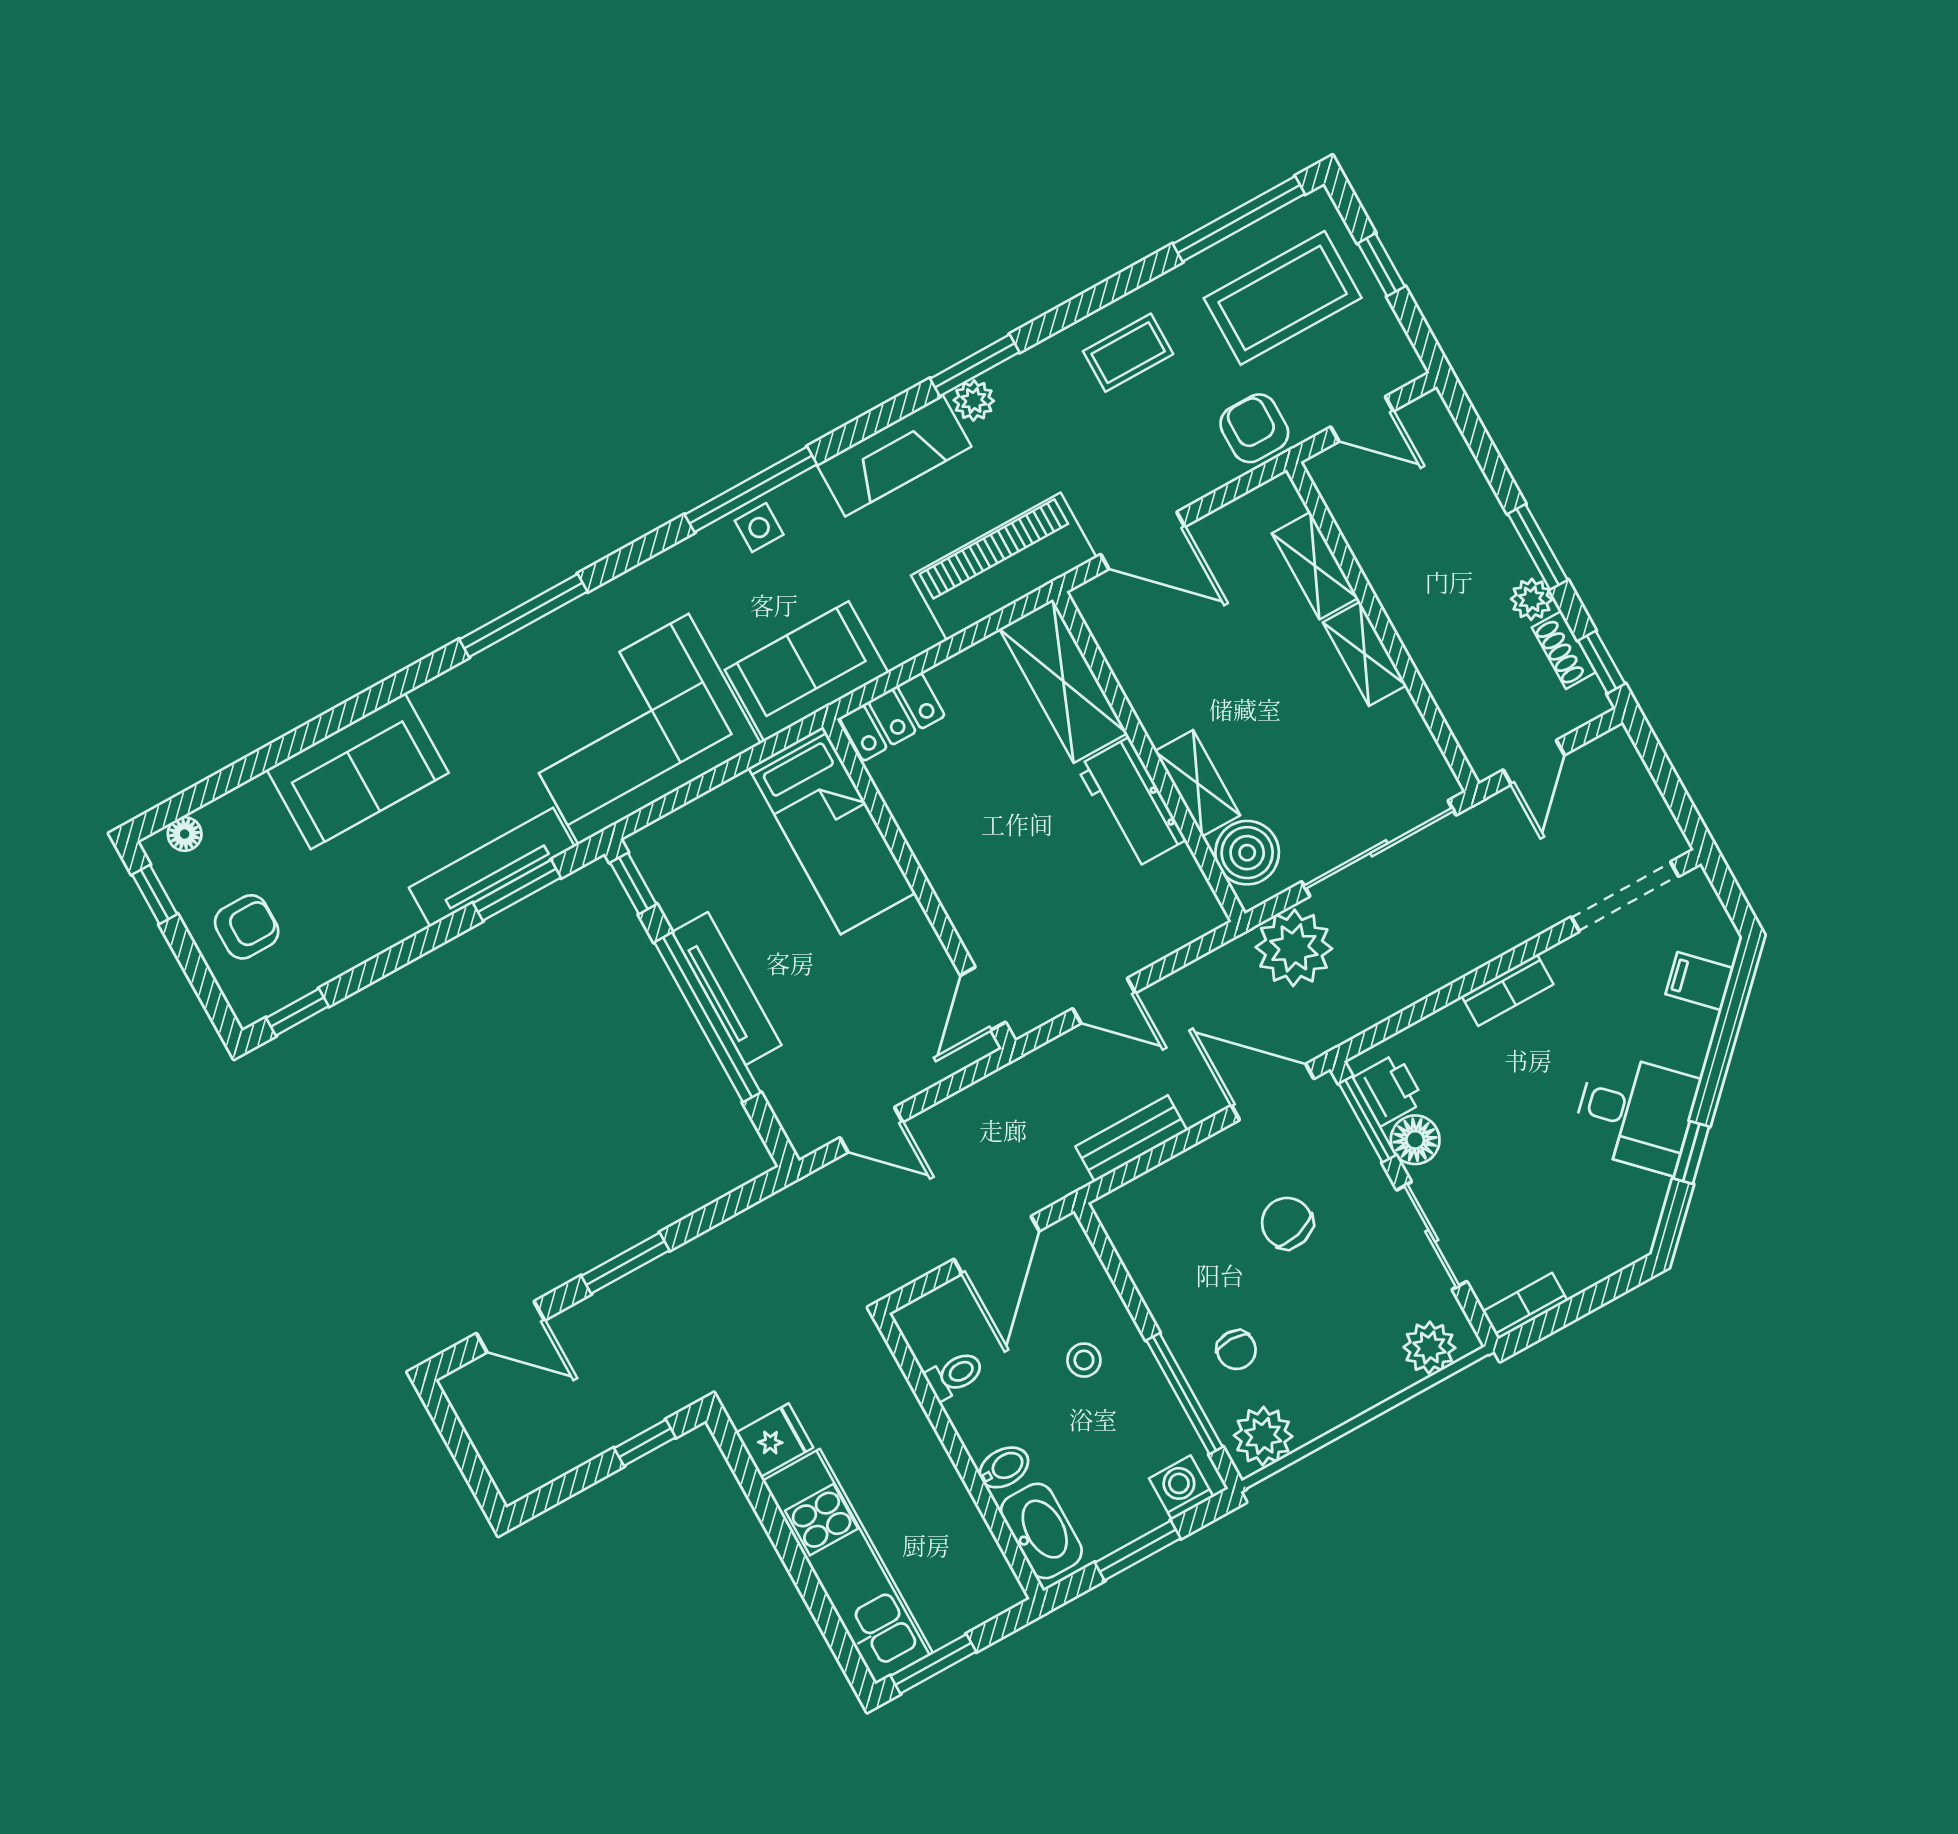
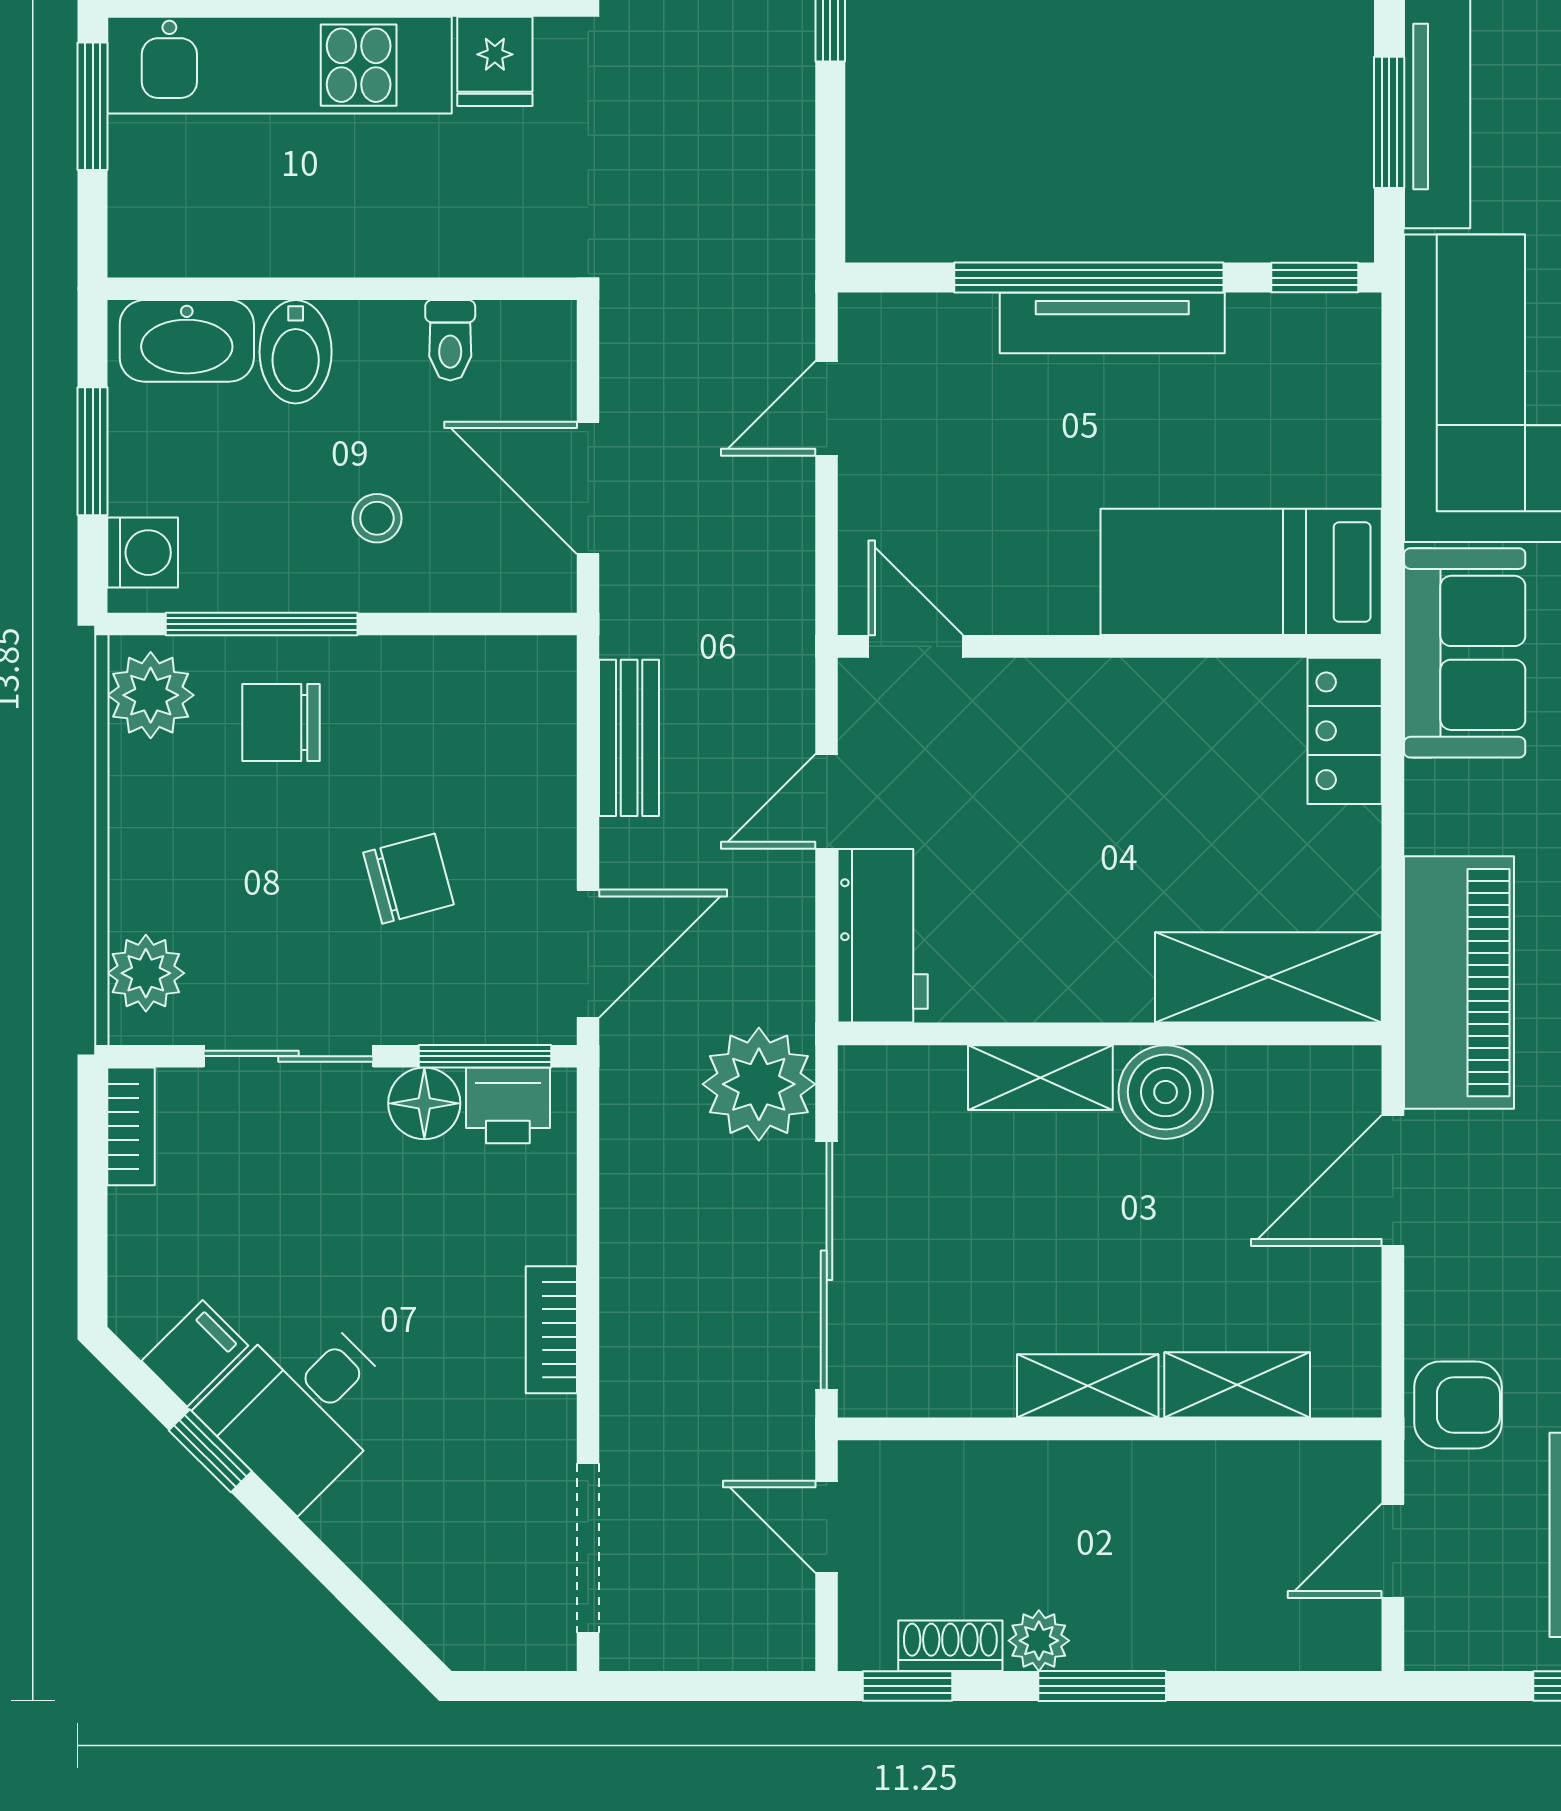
workbench: (1131, 803) -> (883, 936), moved, turned 90
boiler: (1247, 853) -> (1166, 1092), moved
filing cabinet: (1699, 981) -> (195, 1353), moved
chair: (1236, 1350) -> (281, 722), width x1.37, depth x1.37
bidet: (1004, 1467) -> (296, 352), width x1.38, depth x1.36

